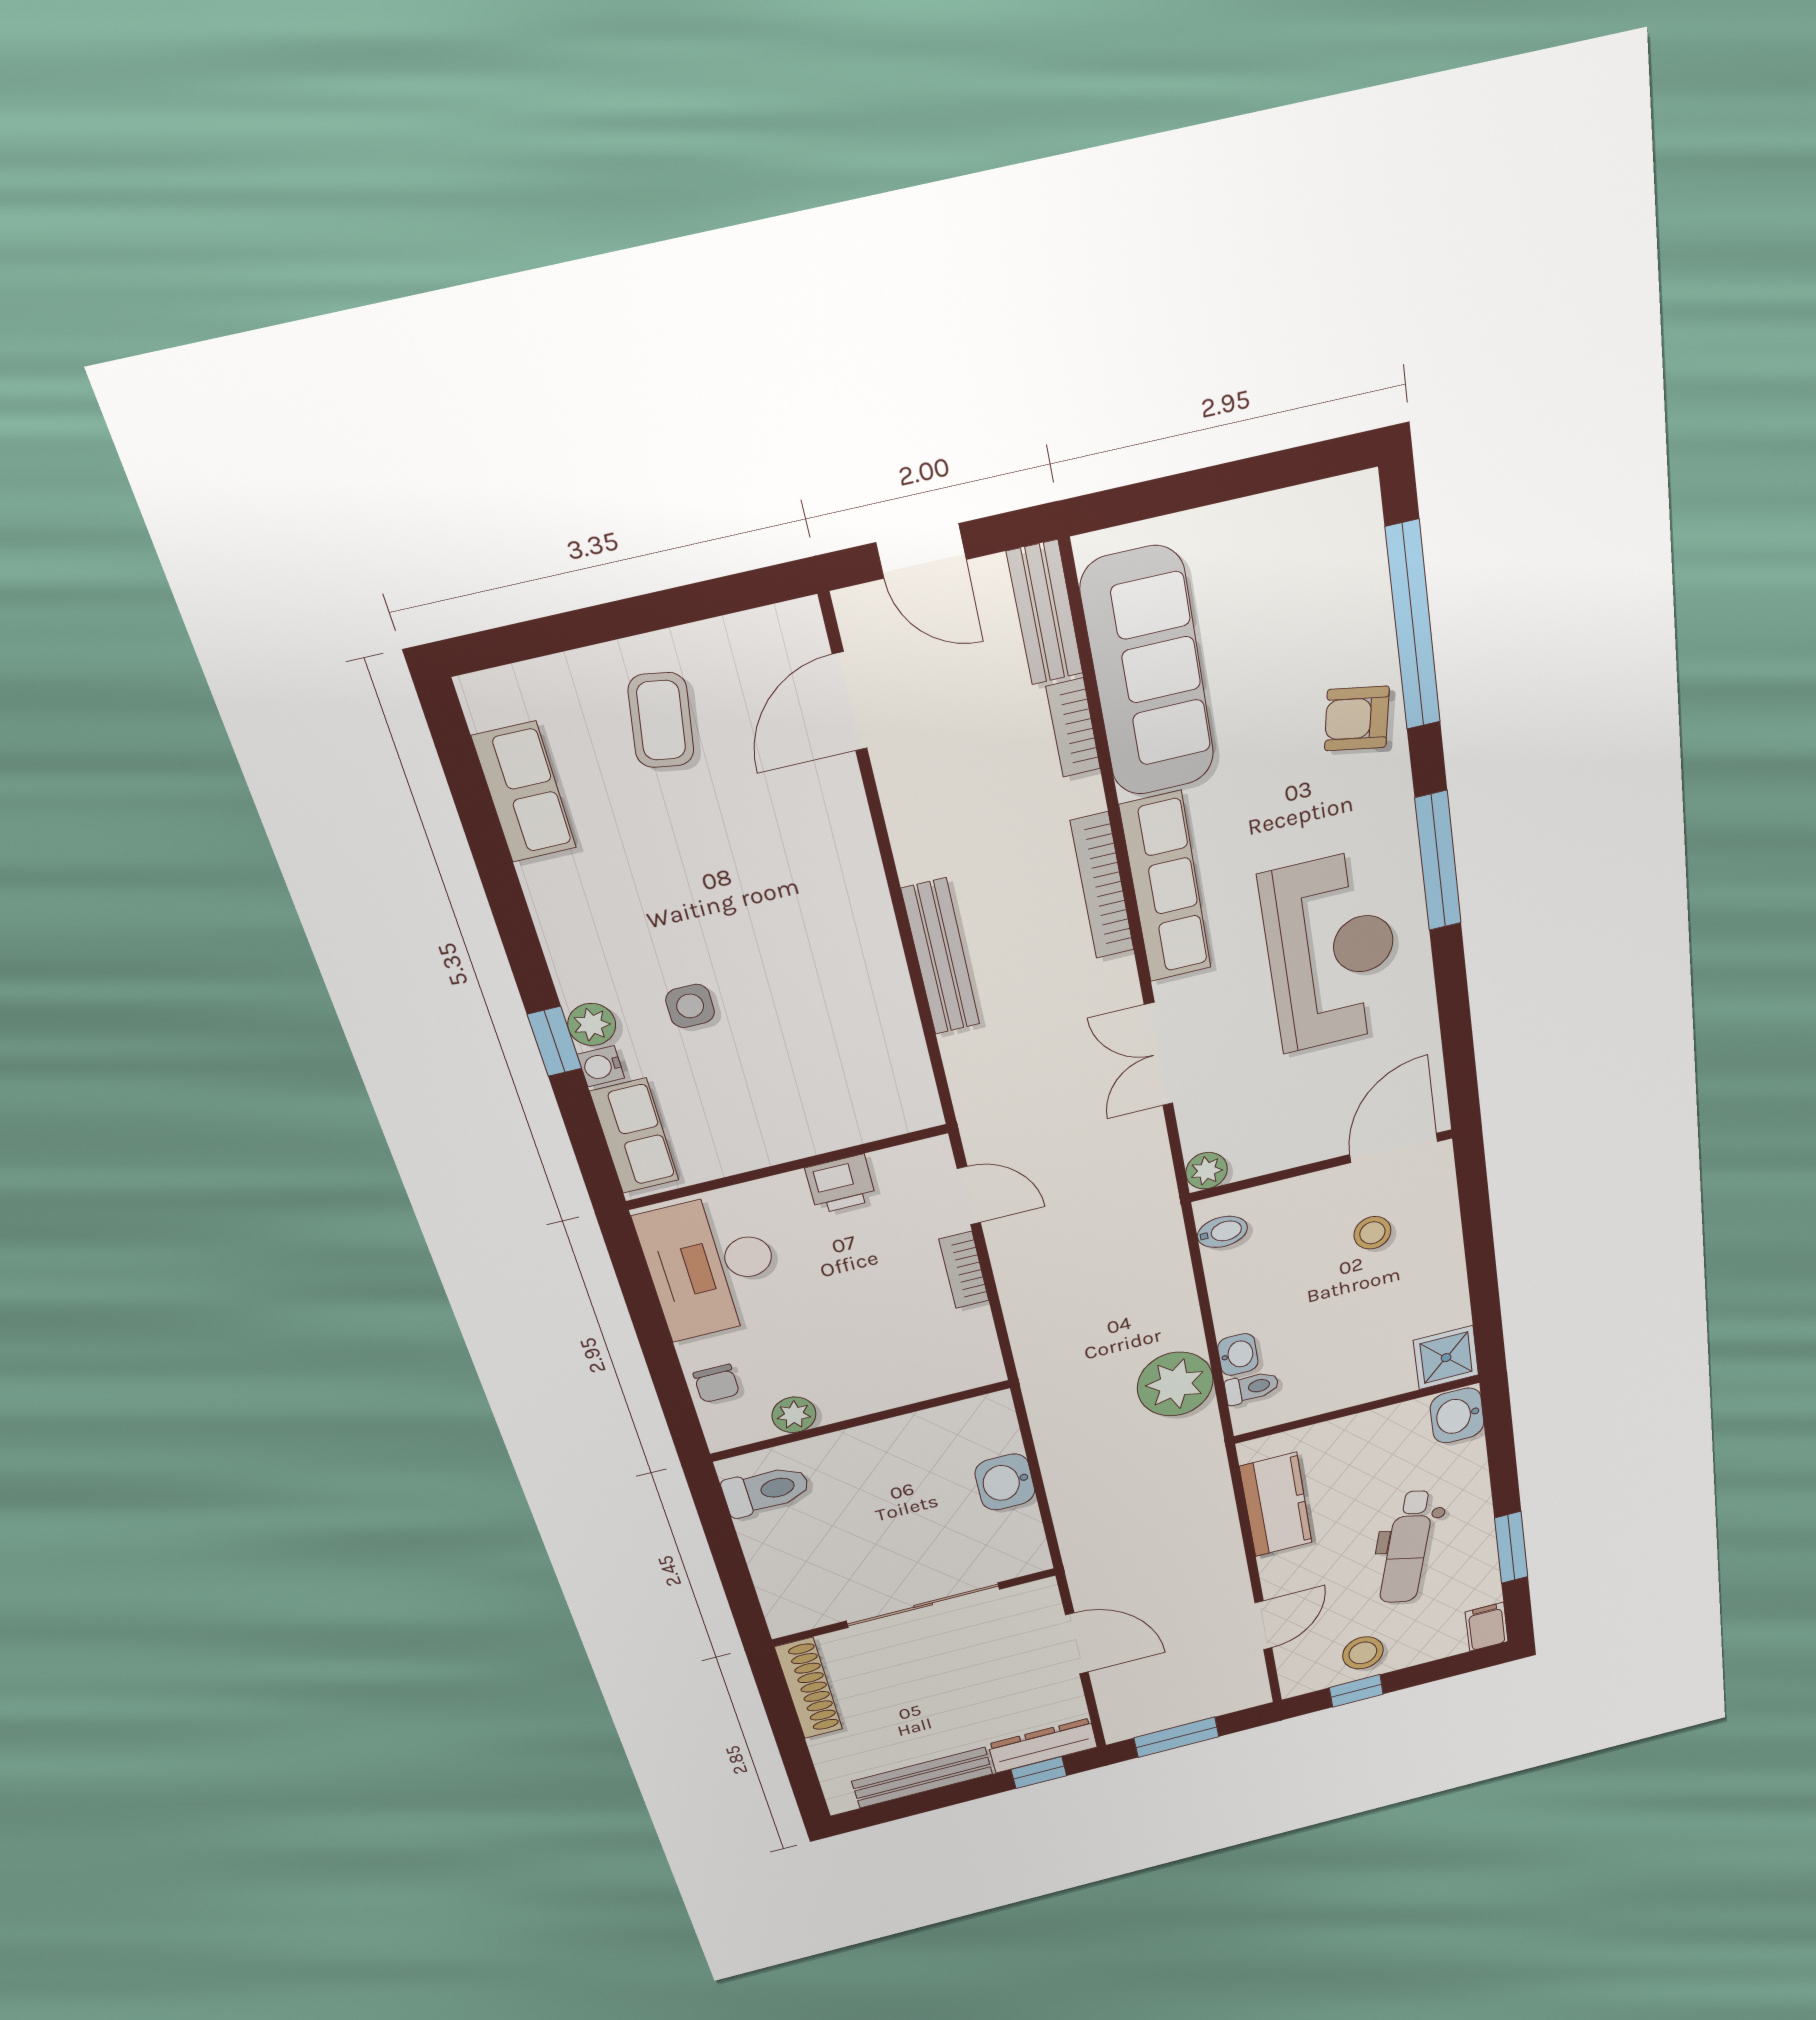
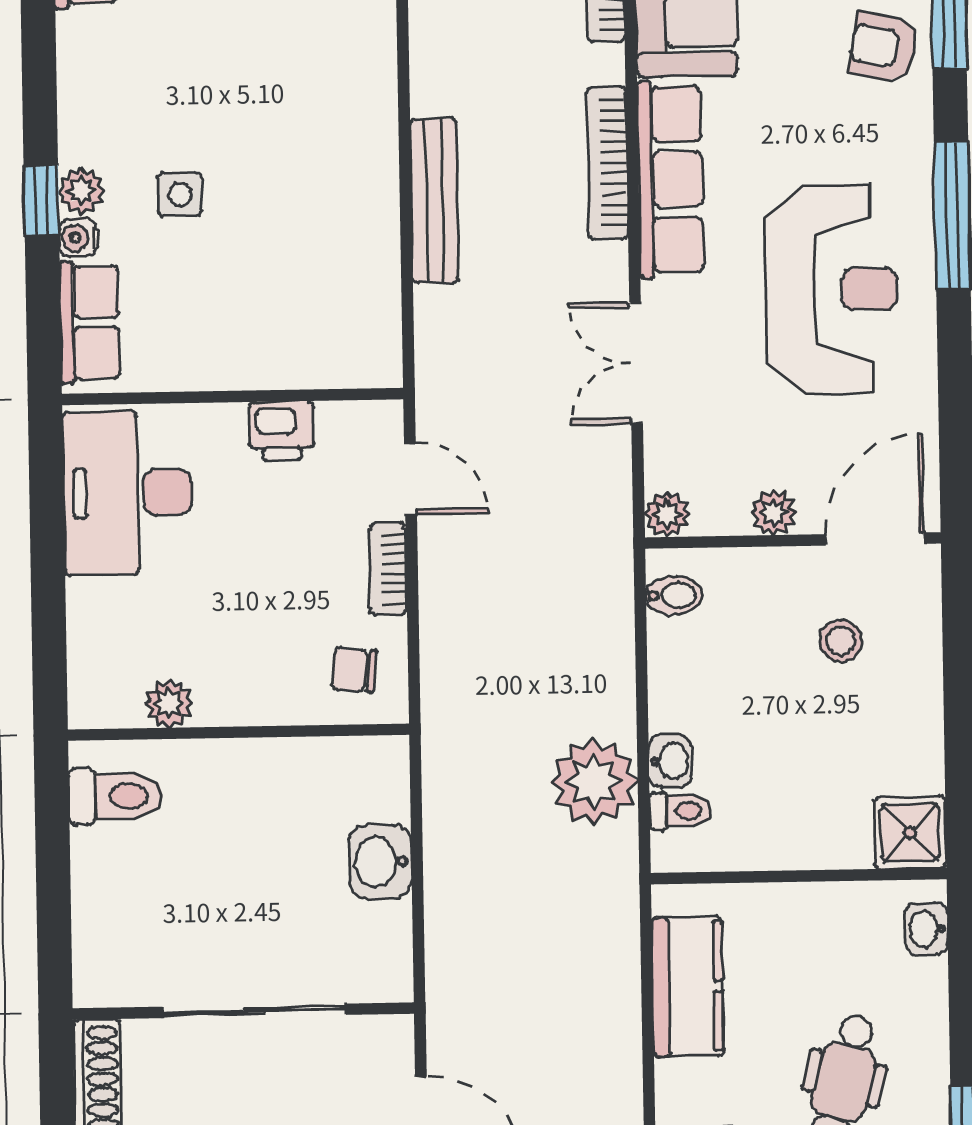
plant: (1302, 1148) -> (774, 513), added
chair: (716, 1384) -> (354, 670), moved, turned 96
washbasin: (1457, 1416) -> (926, 929), width x0.72, depth x0.69

